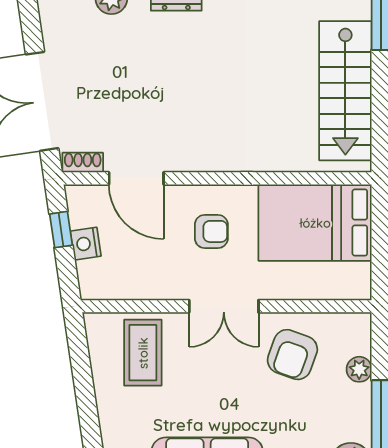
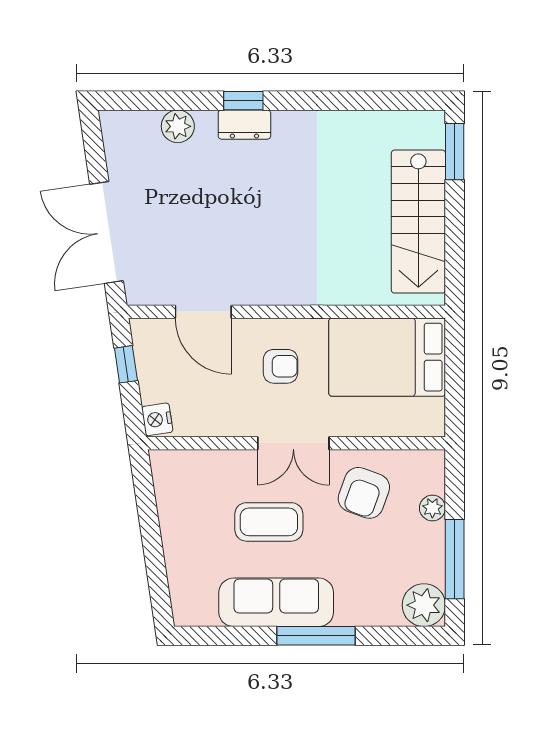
shoe rack: (83, 163) -> (148, 295), removed
nightstand: (86, 244) -> (157, 419), moved
coffee table: (143, 353) -> (269, 522), moved, turned 90

